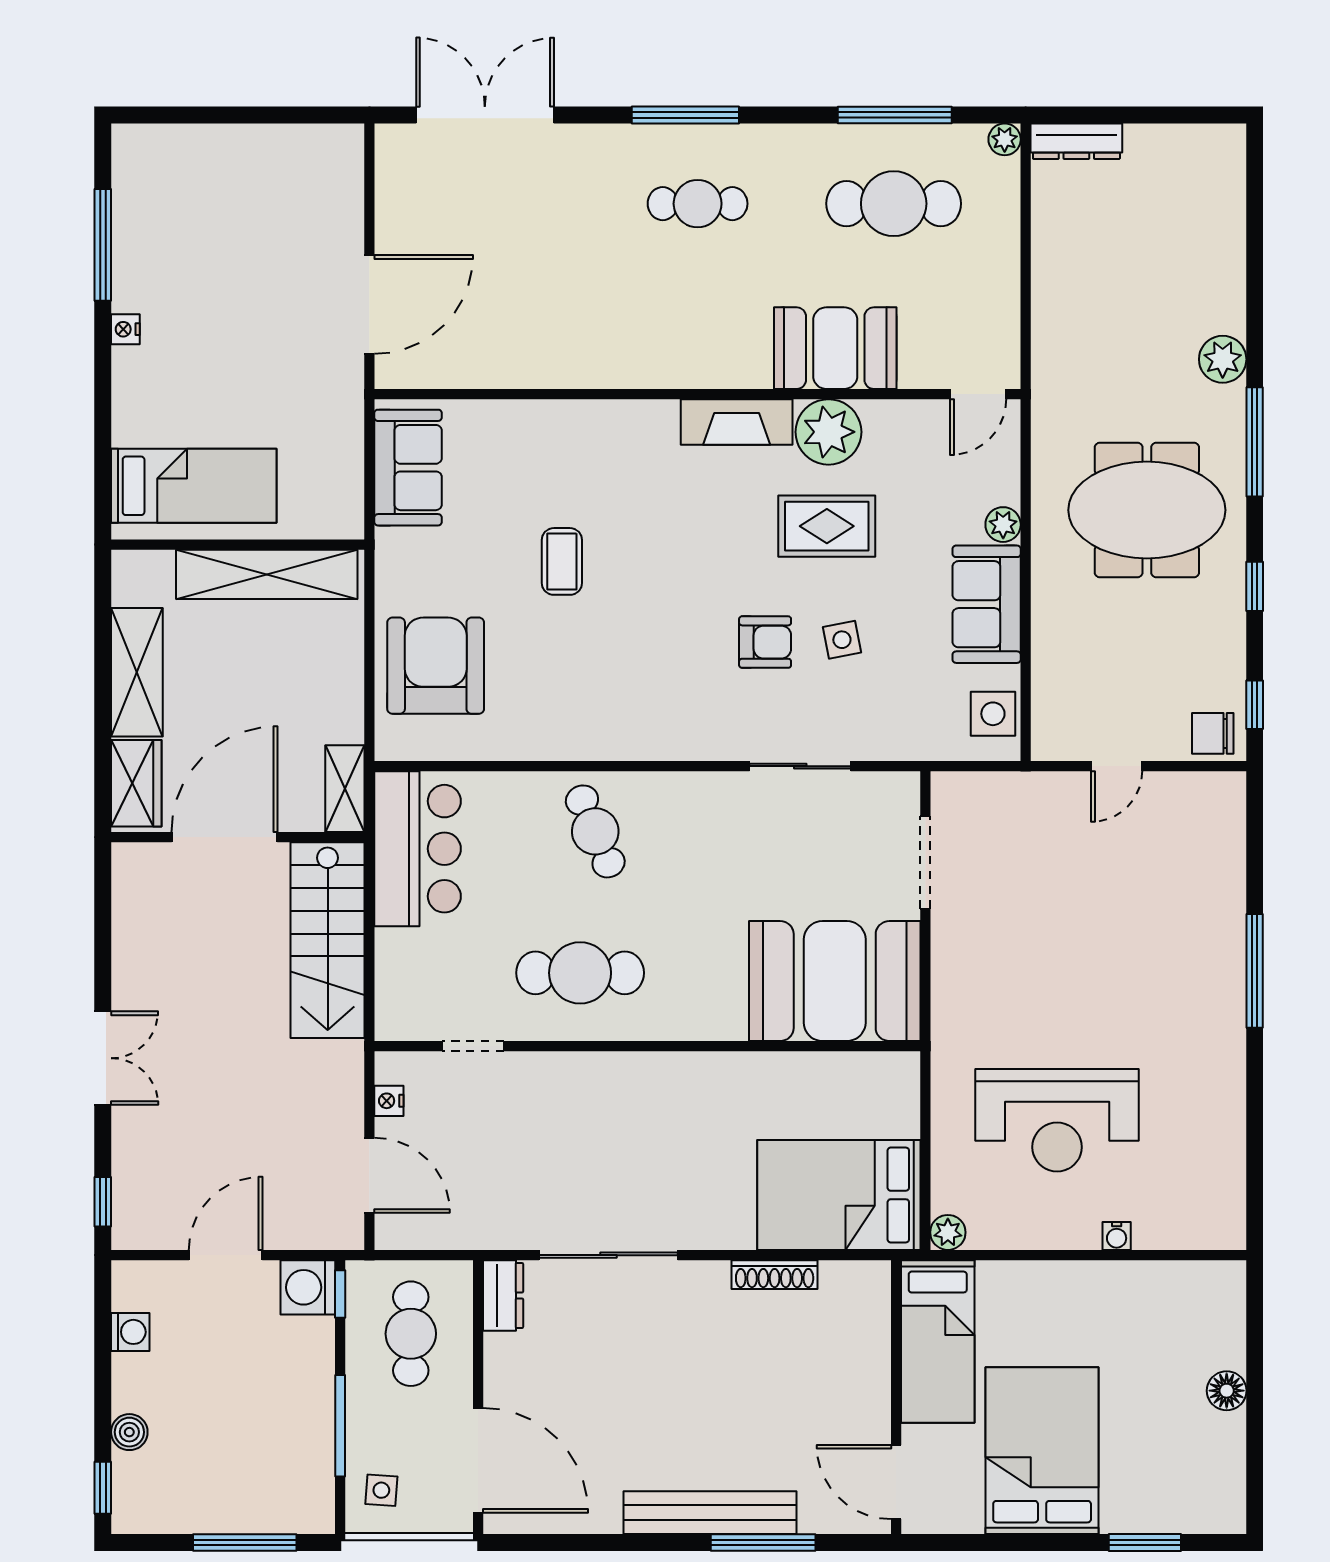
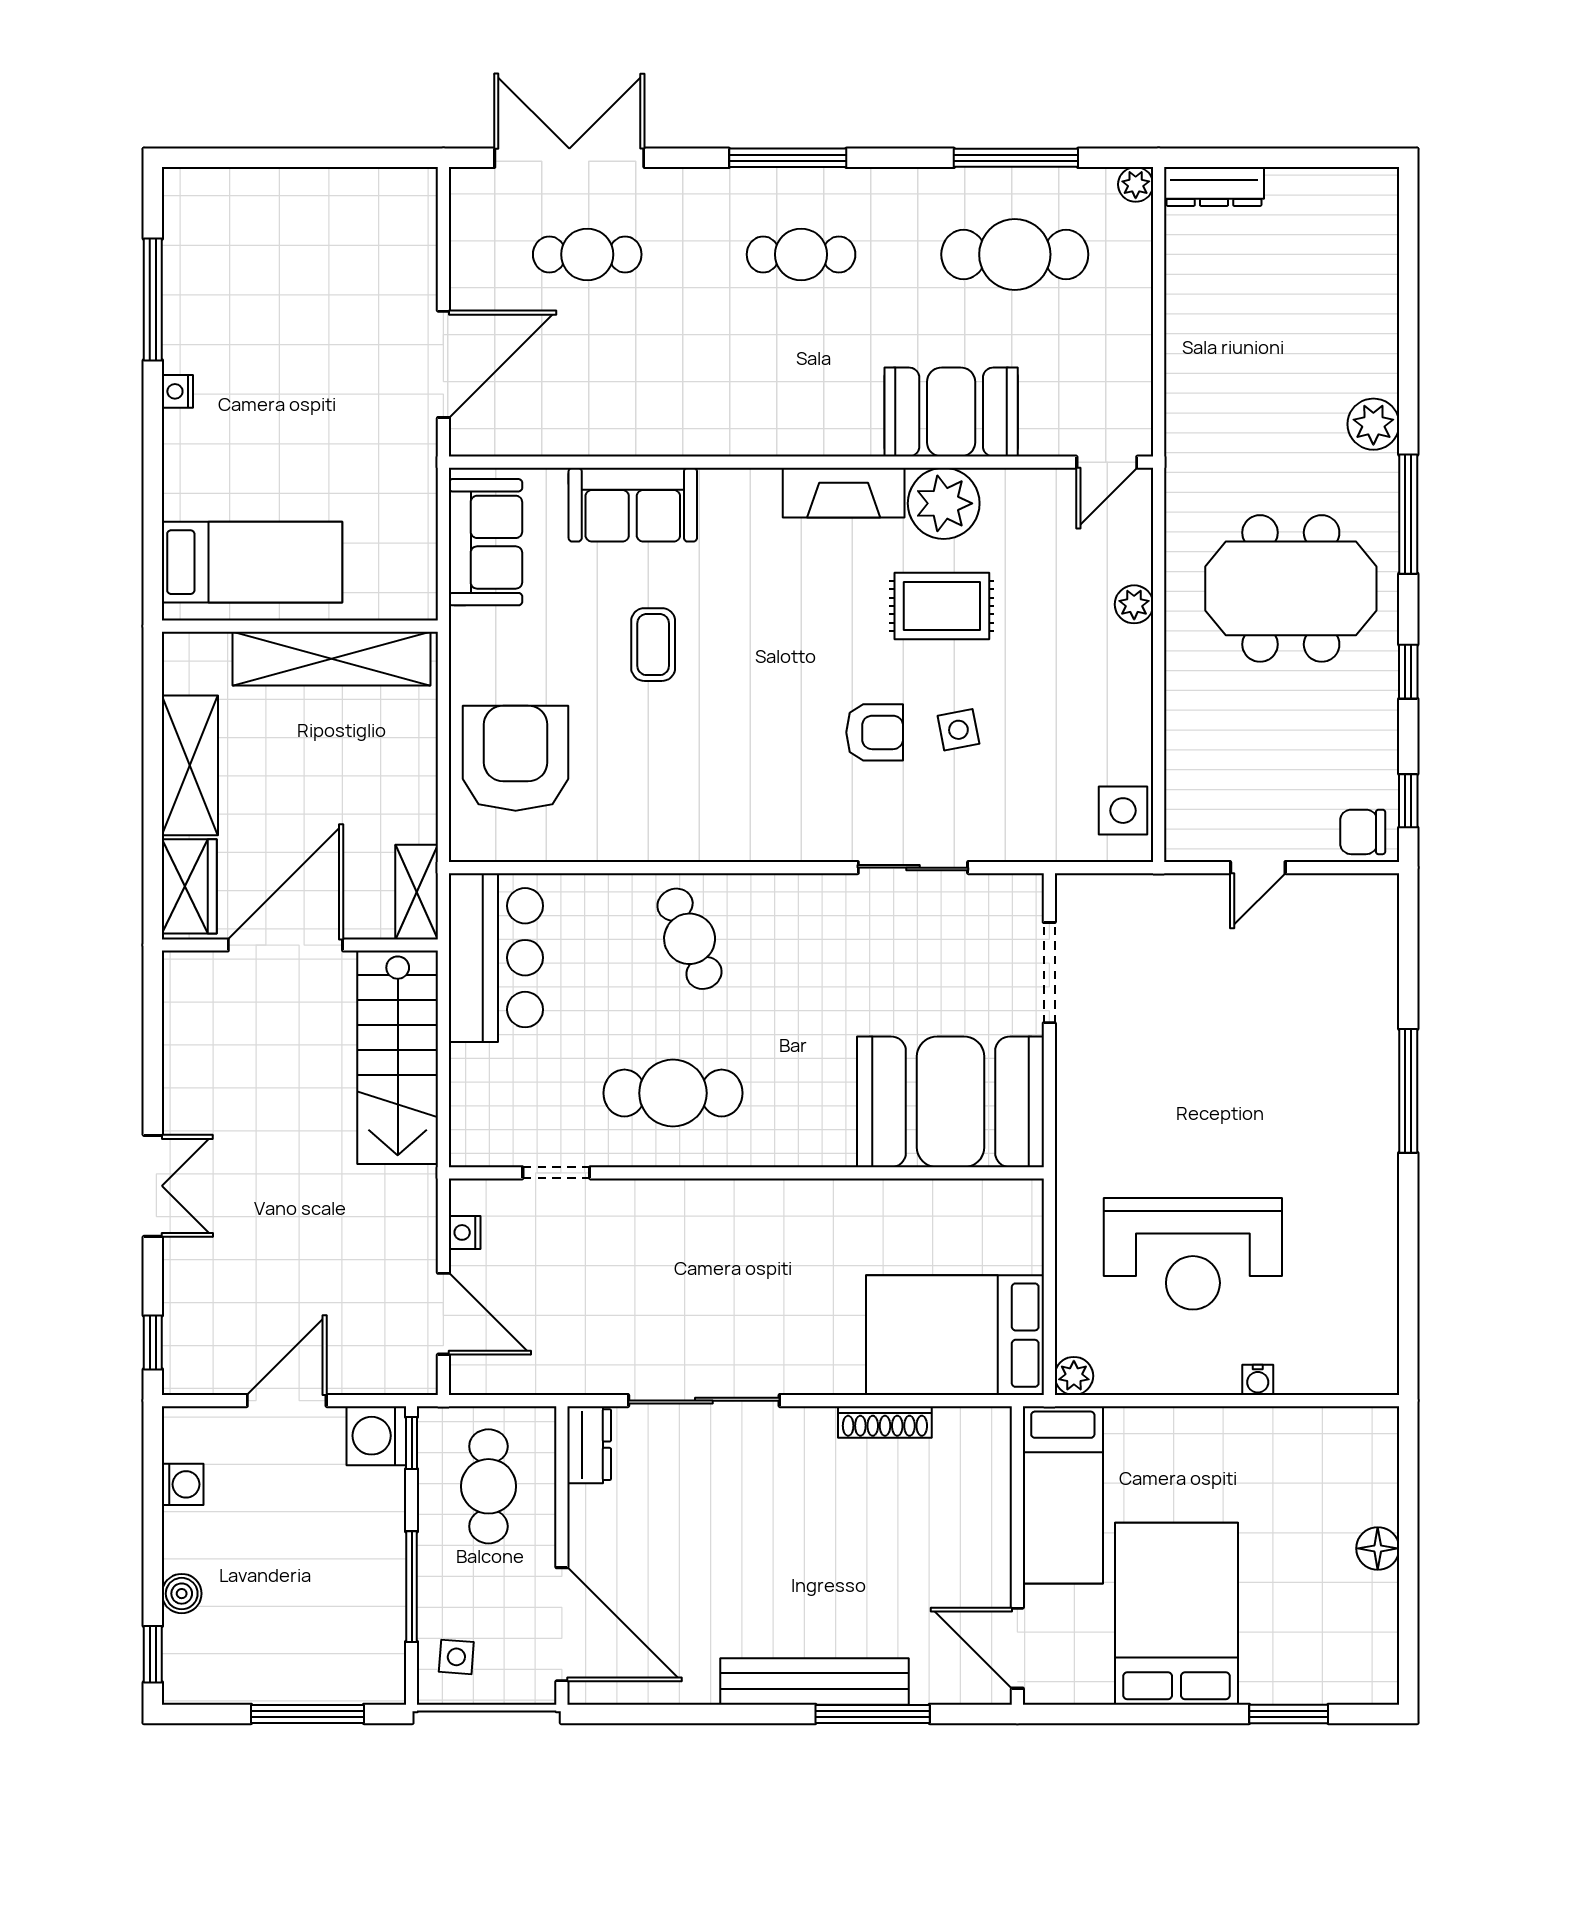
cafe table: (501, 204) -> (587, 254), added
sofa: (987, 604) -> (633, 505), moved, turned -90

